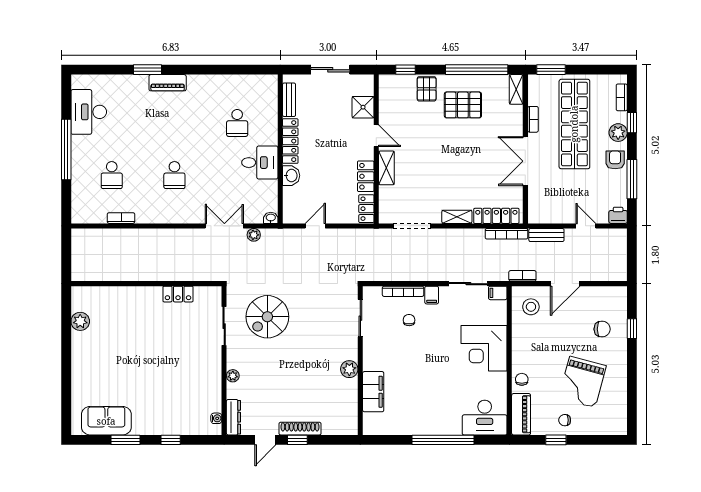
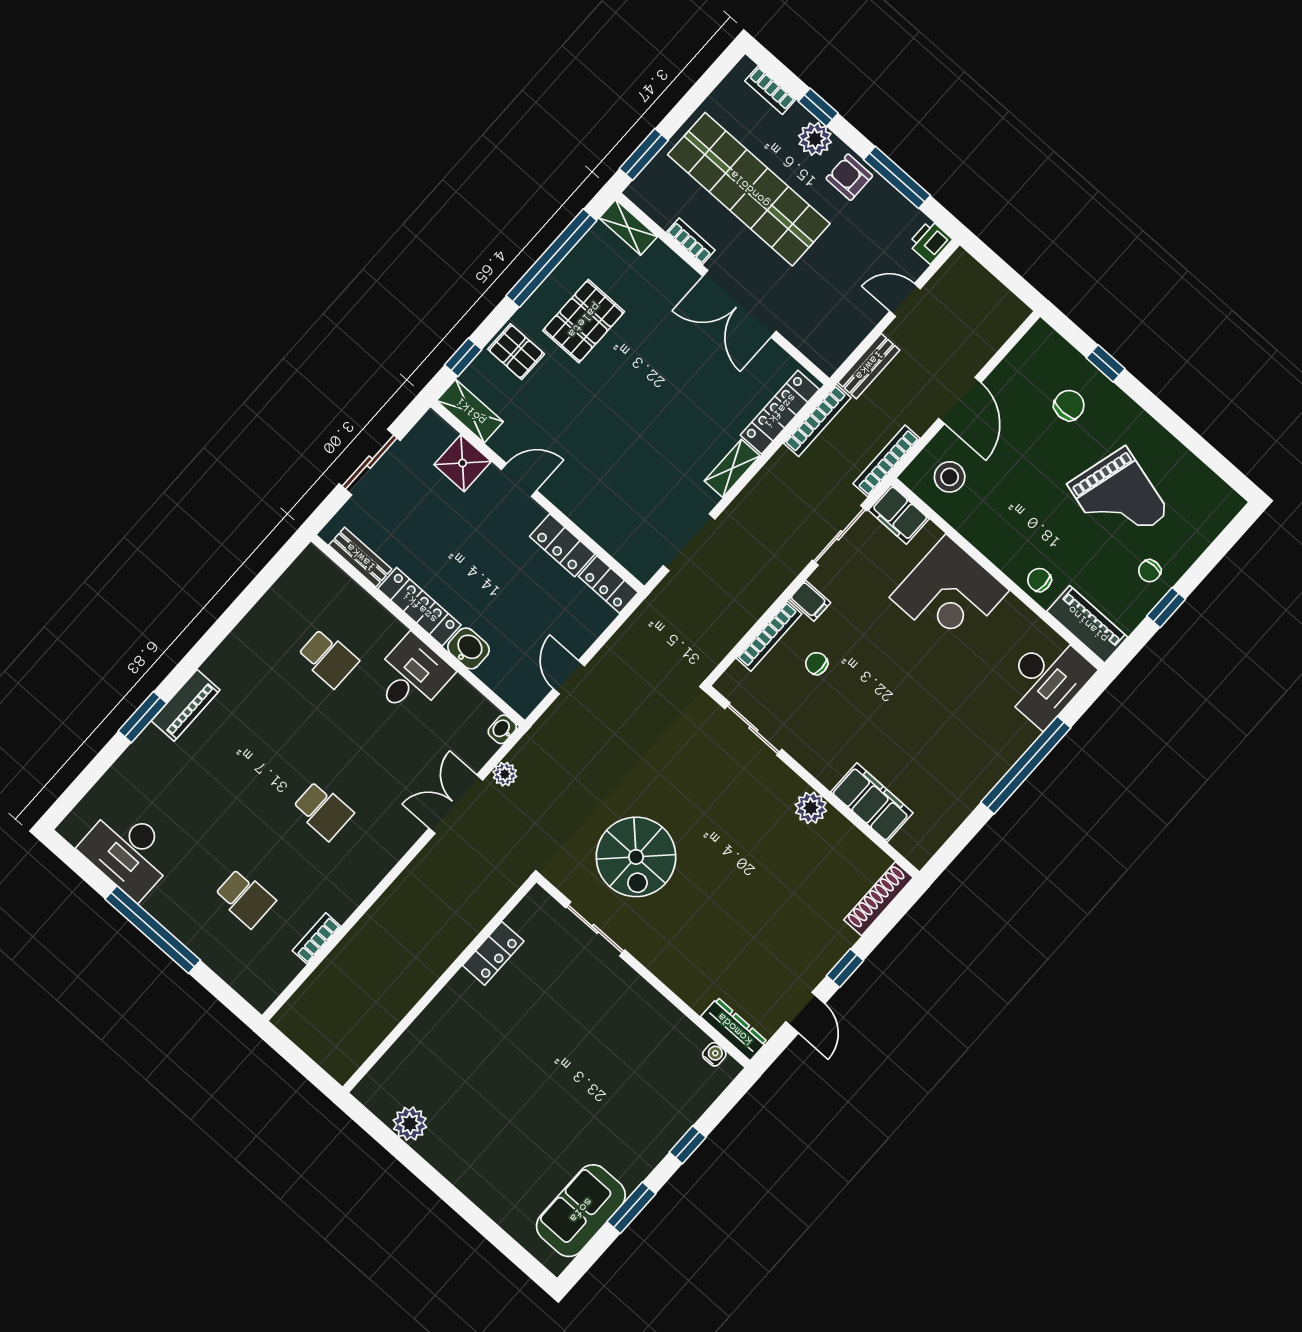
shelving: (386, 168) -> (470, 411), moved
bookcase: (522, 276) -> (886, 461), width x1.56
filing cabinet: (498, 293) -> (899, 514), width x2.00
plant: (233, 376) -> (675, 979), removed
shoe rack: (300, 429) -> (879, 899), moved

